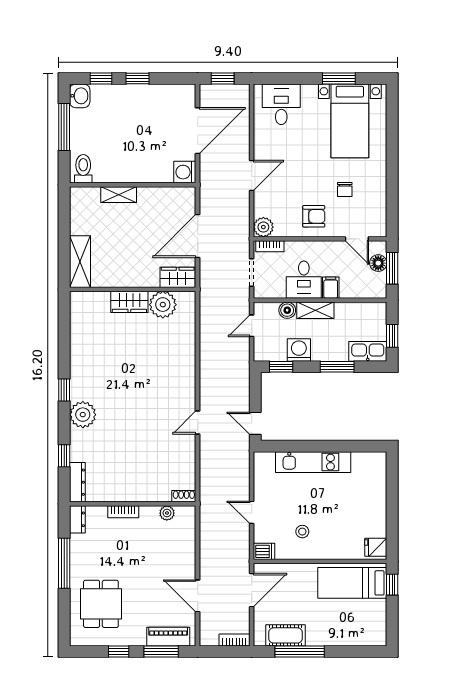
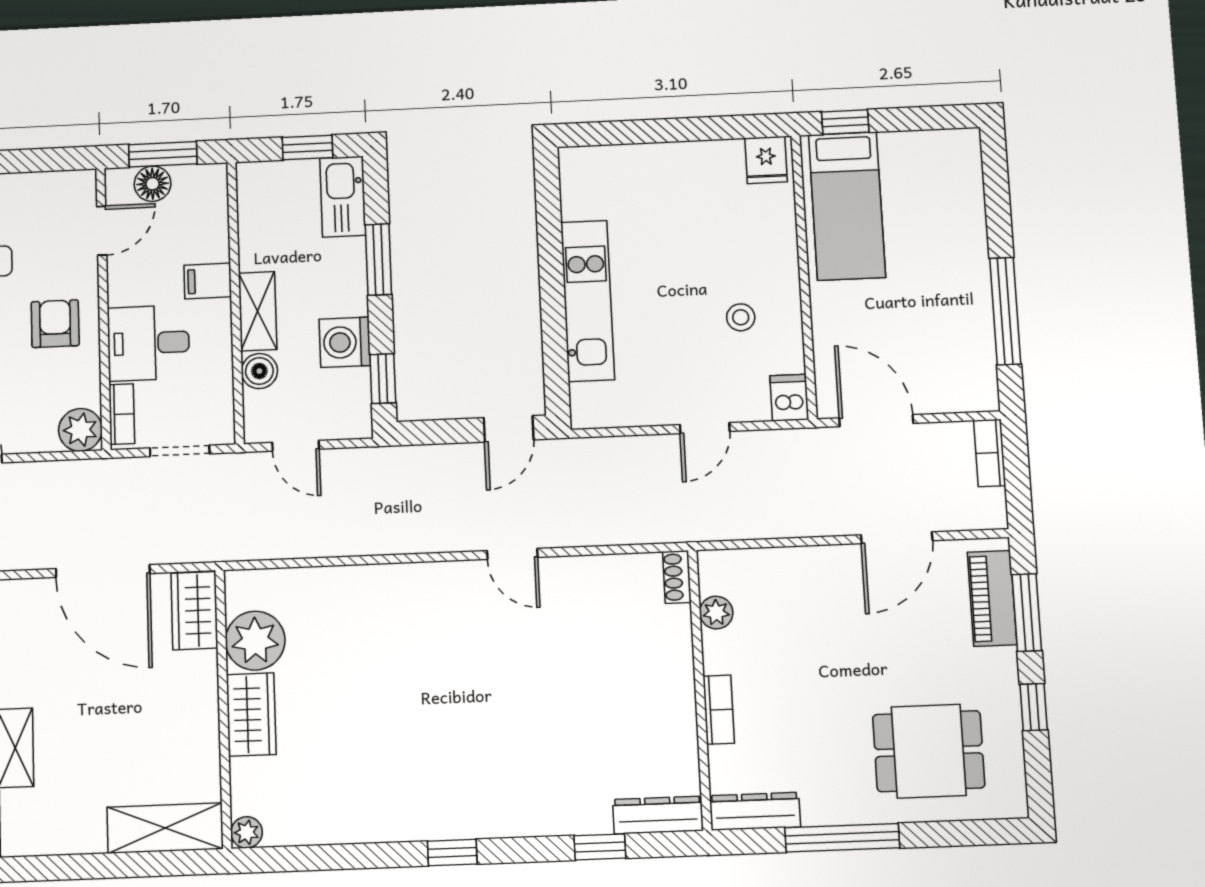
desk: (304, 280) -> (148, 343), moved, turned 180
plant: (83, 415) -> (247, 832), moved, width x0.53, depth x0.53
dresser: (77, 519) -> (755, 811), width x1.44
cot: (286, 635) -> (972, 343), removed

